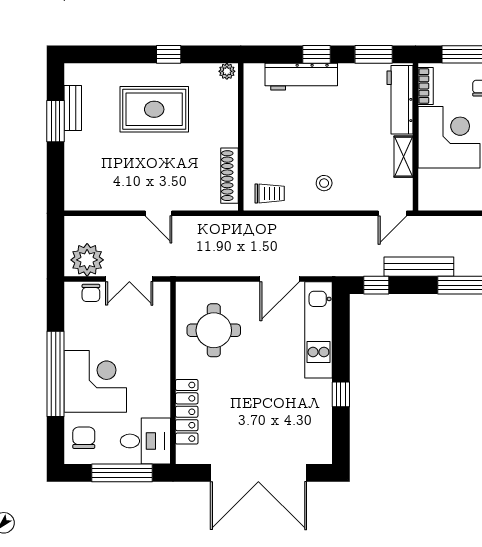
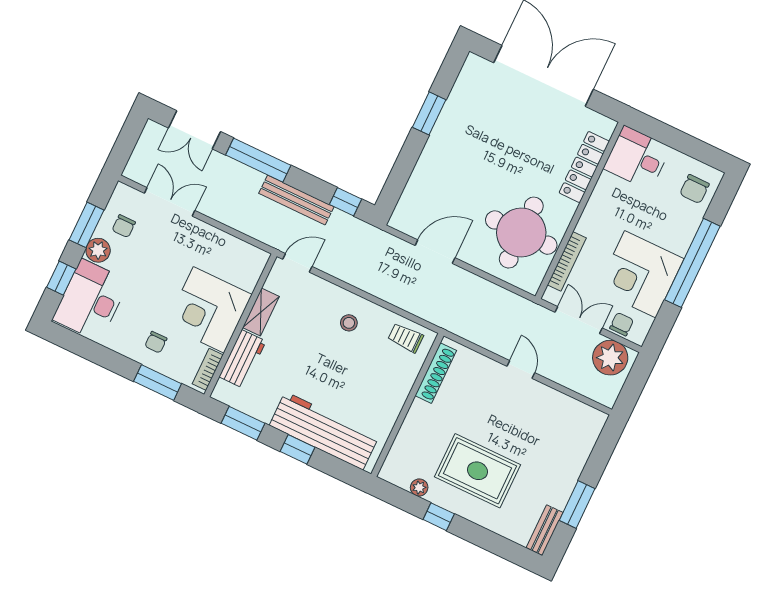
plant: (227, 71) -> (419, 488), moved
workbench: (301, 77) -> (324, 431), width x1.36, depth x1.32
workbench: (400, 100) -> (243, 359), width x0.73
bench: (73, 108) -> (545, 530), moved
bookcase: (163, 324) -> (567, 261), added
round table: (214, 330) -> (521, 233), width x1.36, depth x1.36
kitchen unit: (318, 330) -> (421, 185), removed
corner desk: (95, 381) -> (640, 274), moved
window: (341, 394) -> (429, 113), width x1.50
window: (122, 473) -> (674, 138), removed

